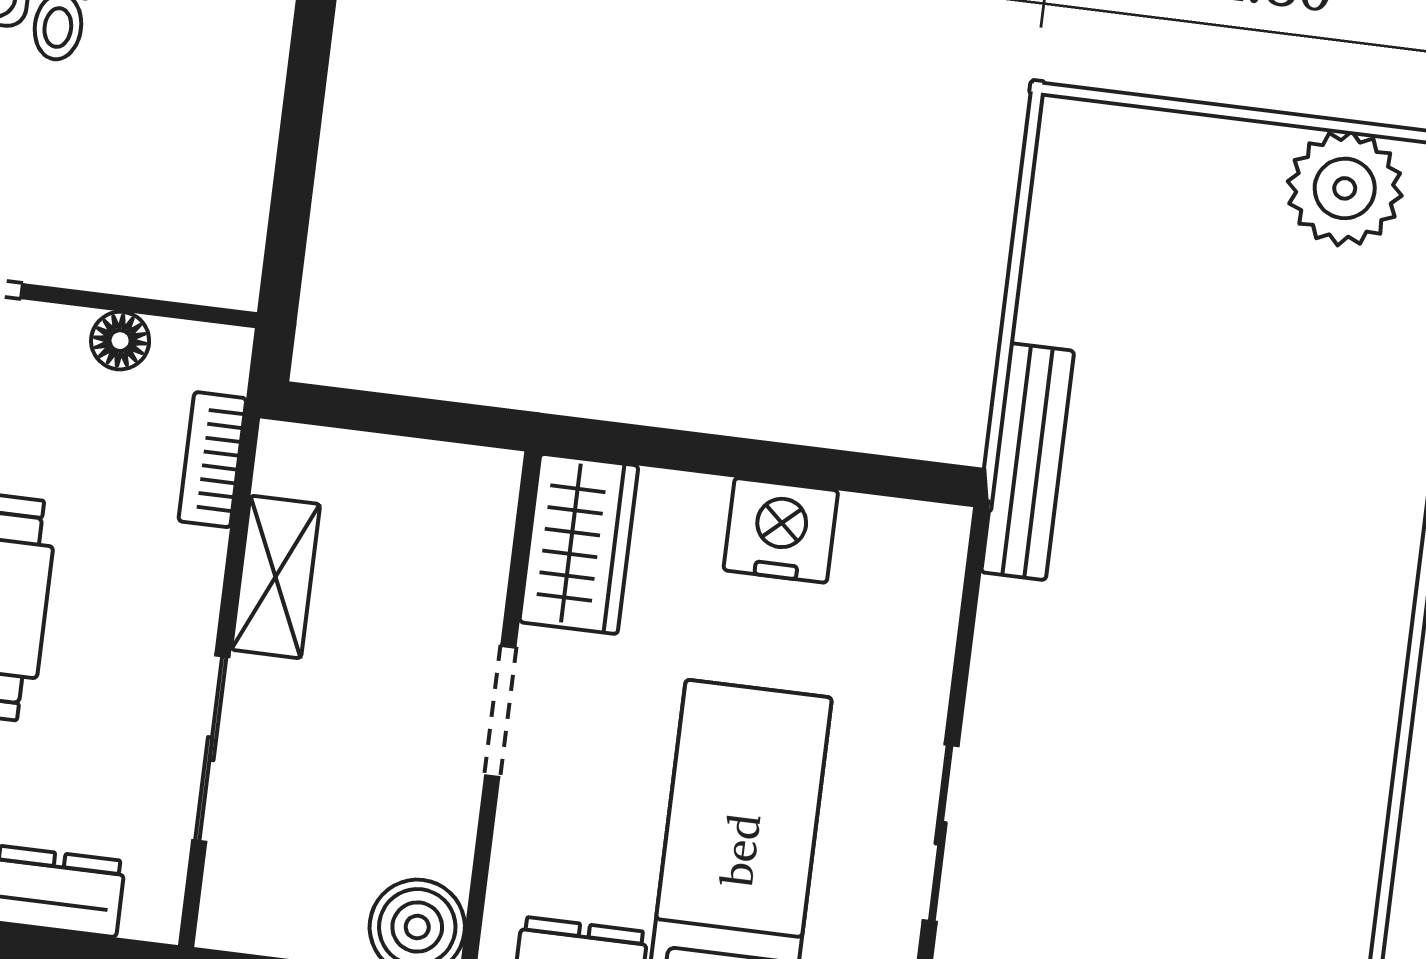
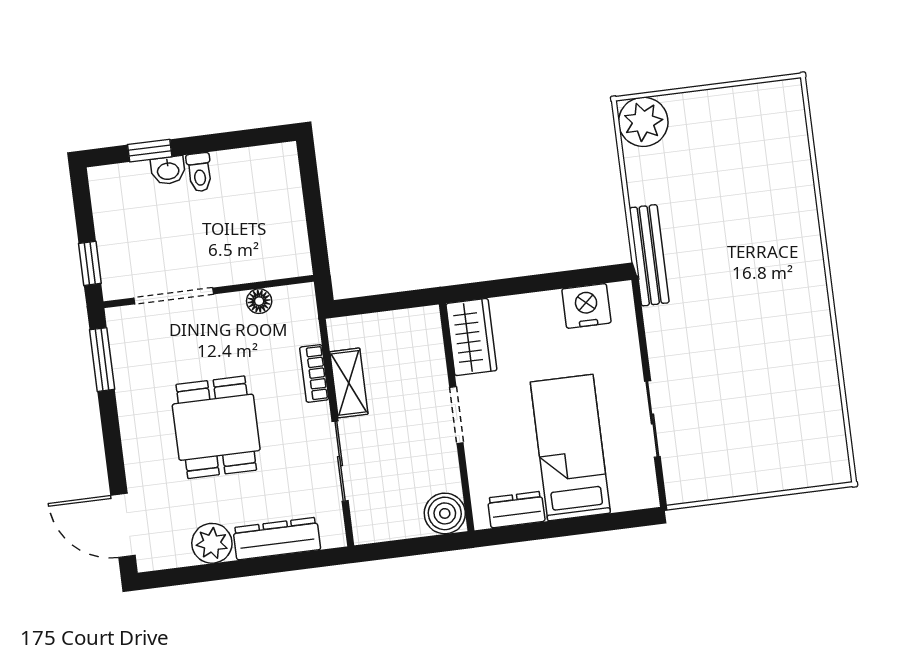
plant: (1345, 188) -> (643, 122), moved
bookcase: (212, 460) -> (314, 373), moved
nightstand: (781, 530) -> (586, 306), moved

